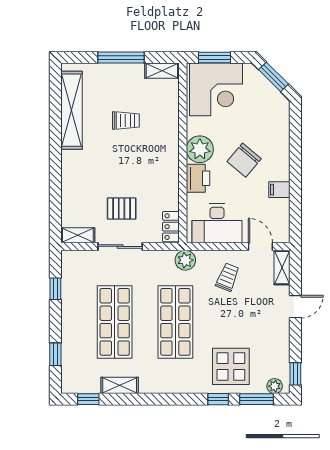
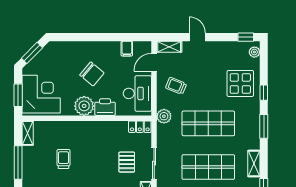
filing cabinet: (279, 190) -> (127, 49), moved
window: (256, 399) -> (264, 126), moved

